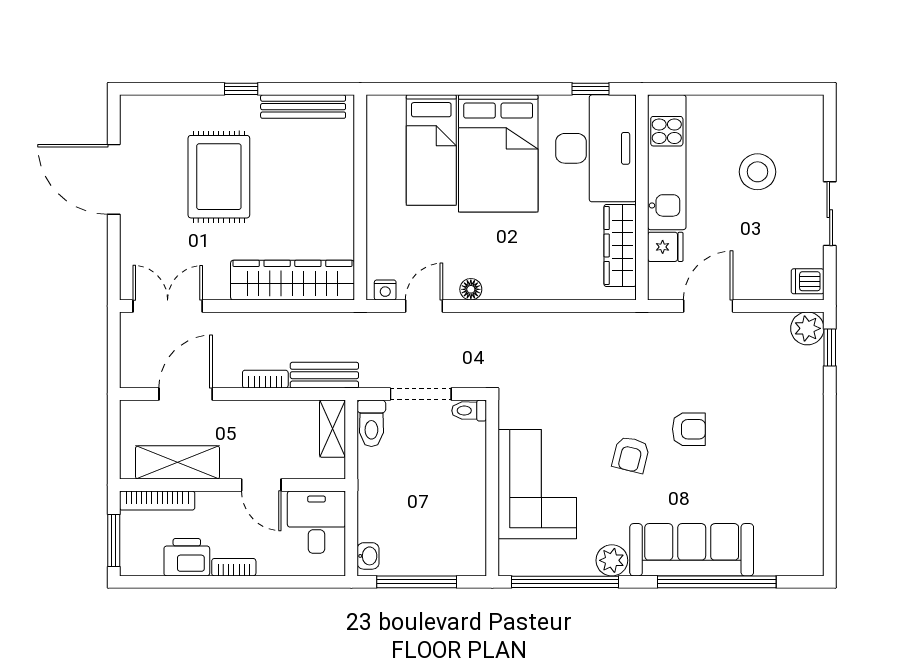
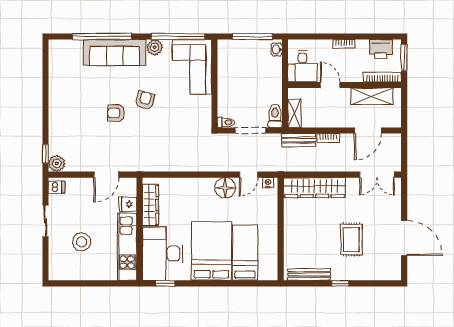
rug: (219, 177) -> (351, 239), width x0.73, depth x0.70
floor lamp: (471, 289) -> (225, 188), width x1.89, depth x1.89
corner sofa: (537, 484) -> (192, 67), moved
printer: (187, 557) -> (381, 49), moved

